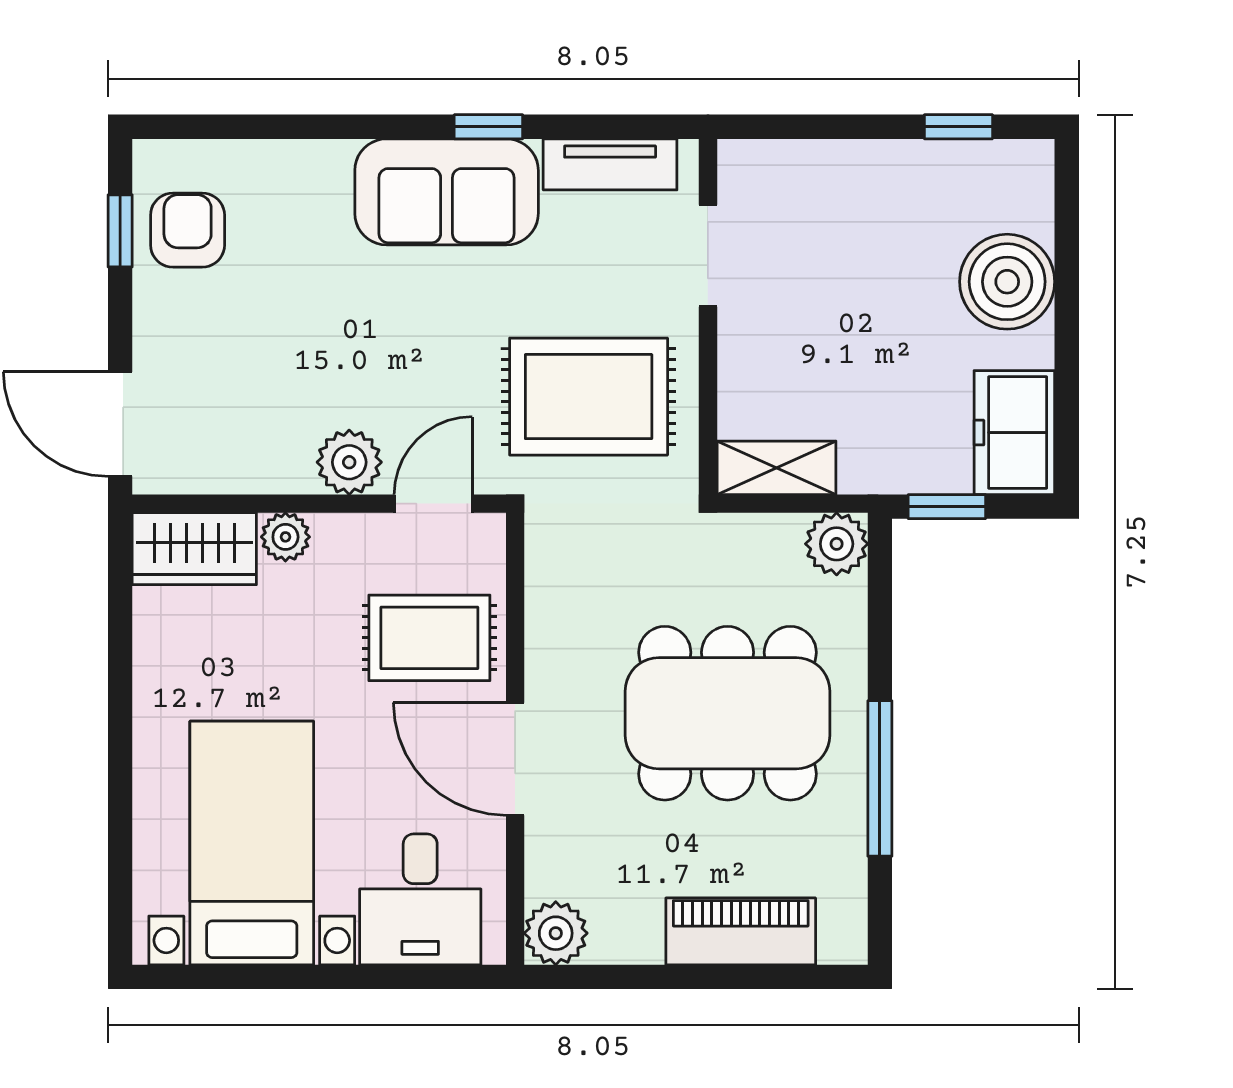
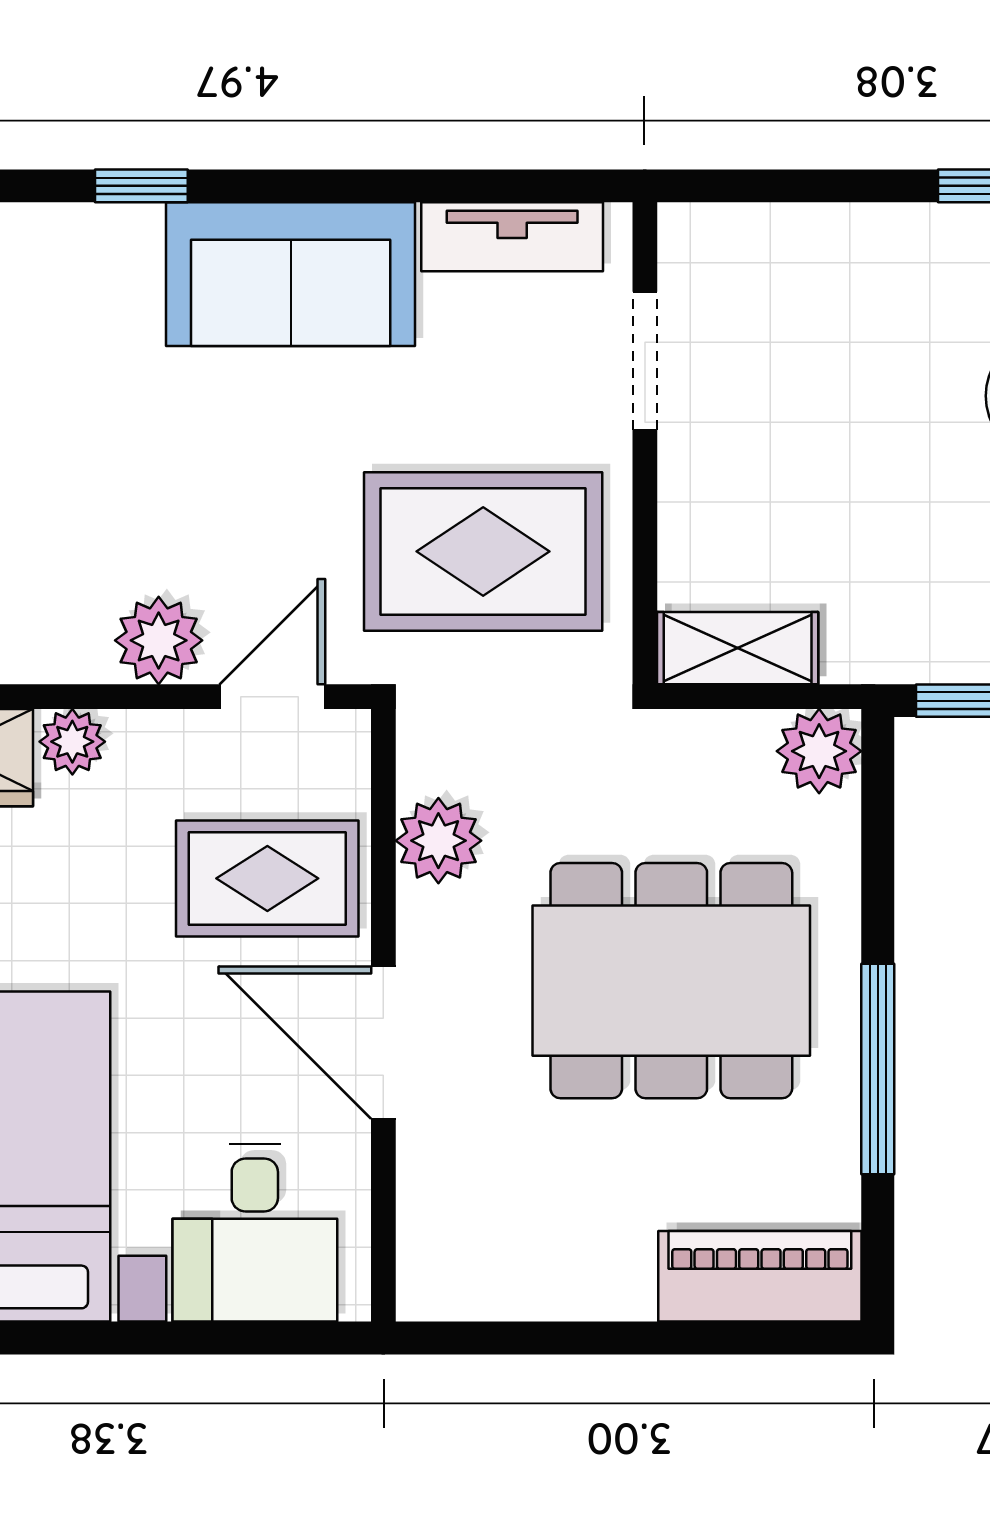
window: (488, 127) -> (141, 186), moved
piano: (741, 931) -> (760, 1276), moved
plant: (556, 933) -> (438, 841), moved

